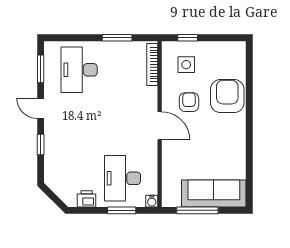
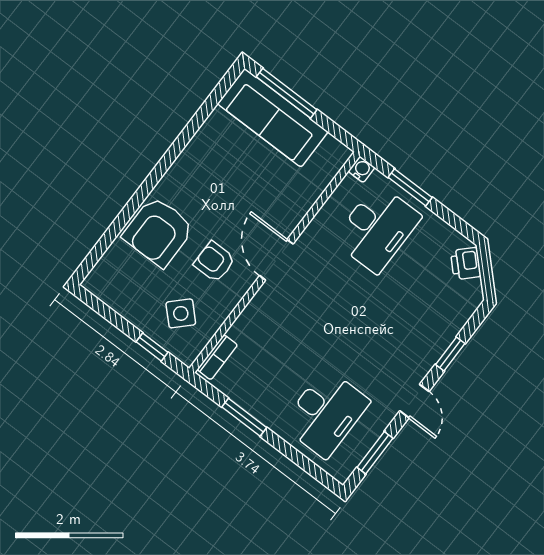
bookcase: (152, 64) -> (217, 357), width x0.64
side table: (186, 65) -> (181, 313), turned 45
armchair: (189, 102) -> (214, 262), turned 90
printer: (87, 199) -> (466, 264), moved, turned 45
window: (197, 210) -> (287, 93), moved

